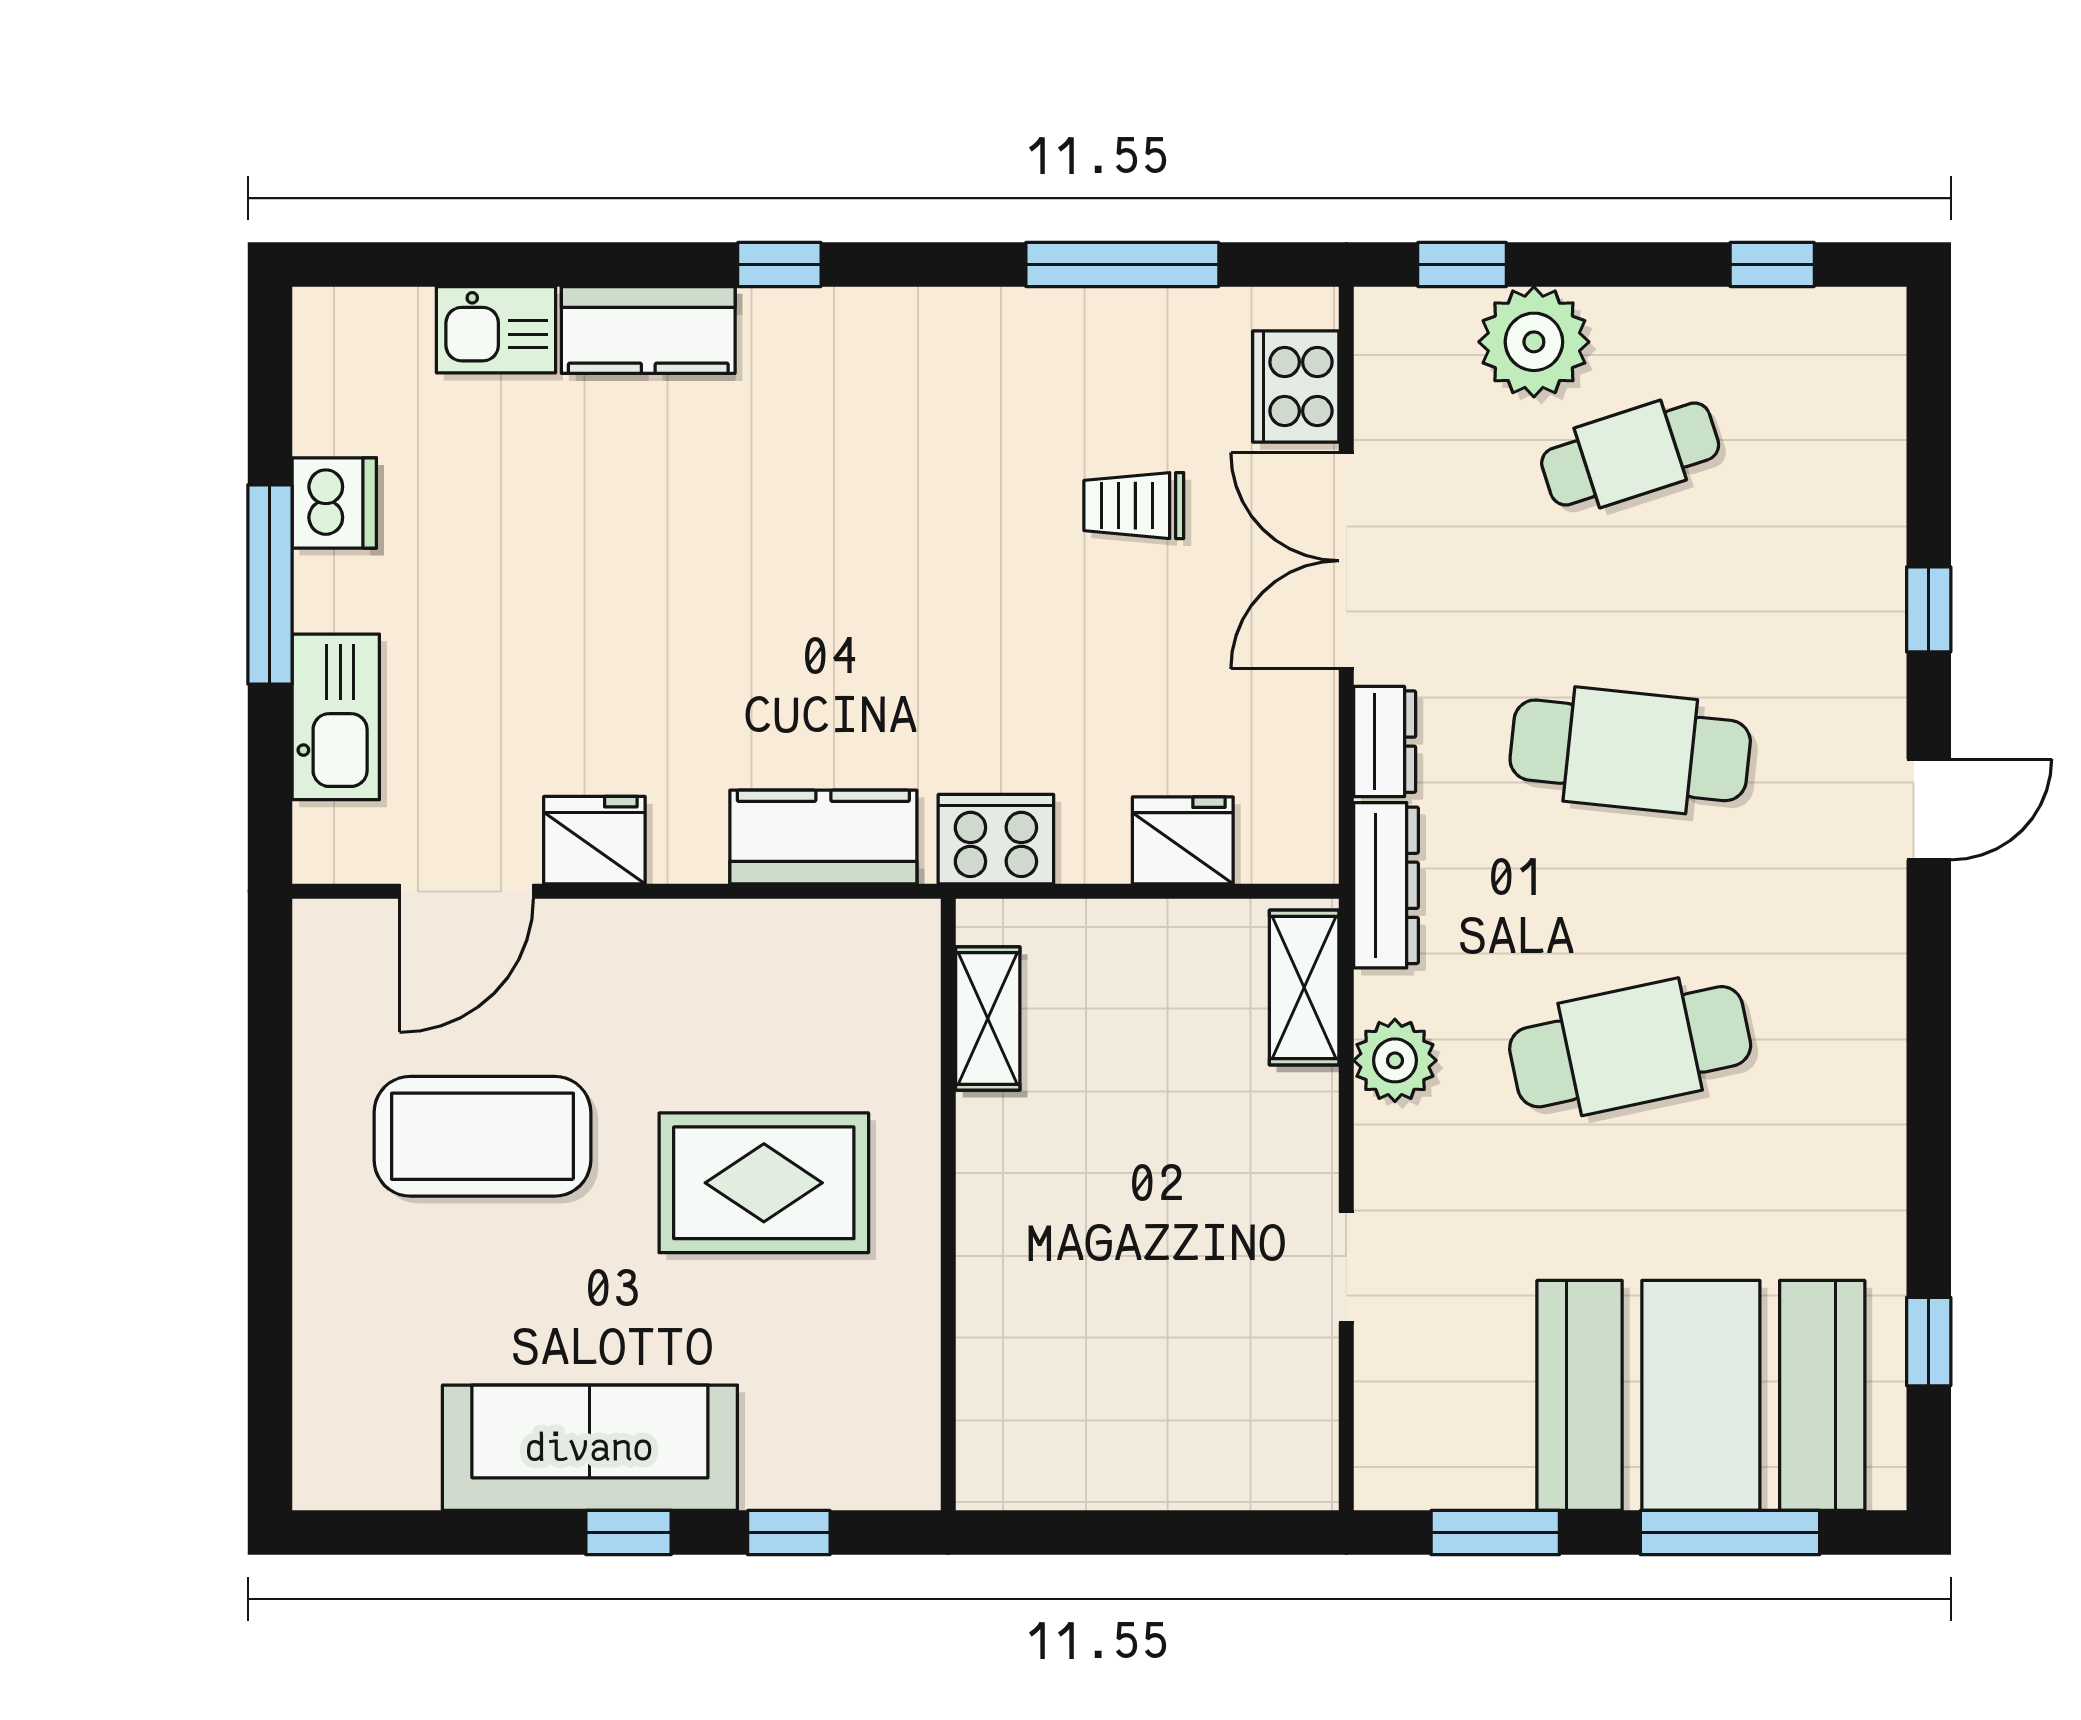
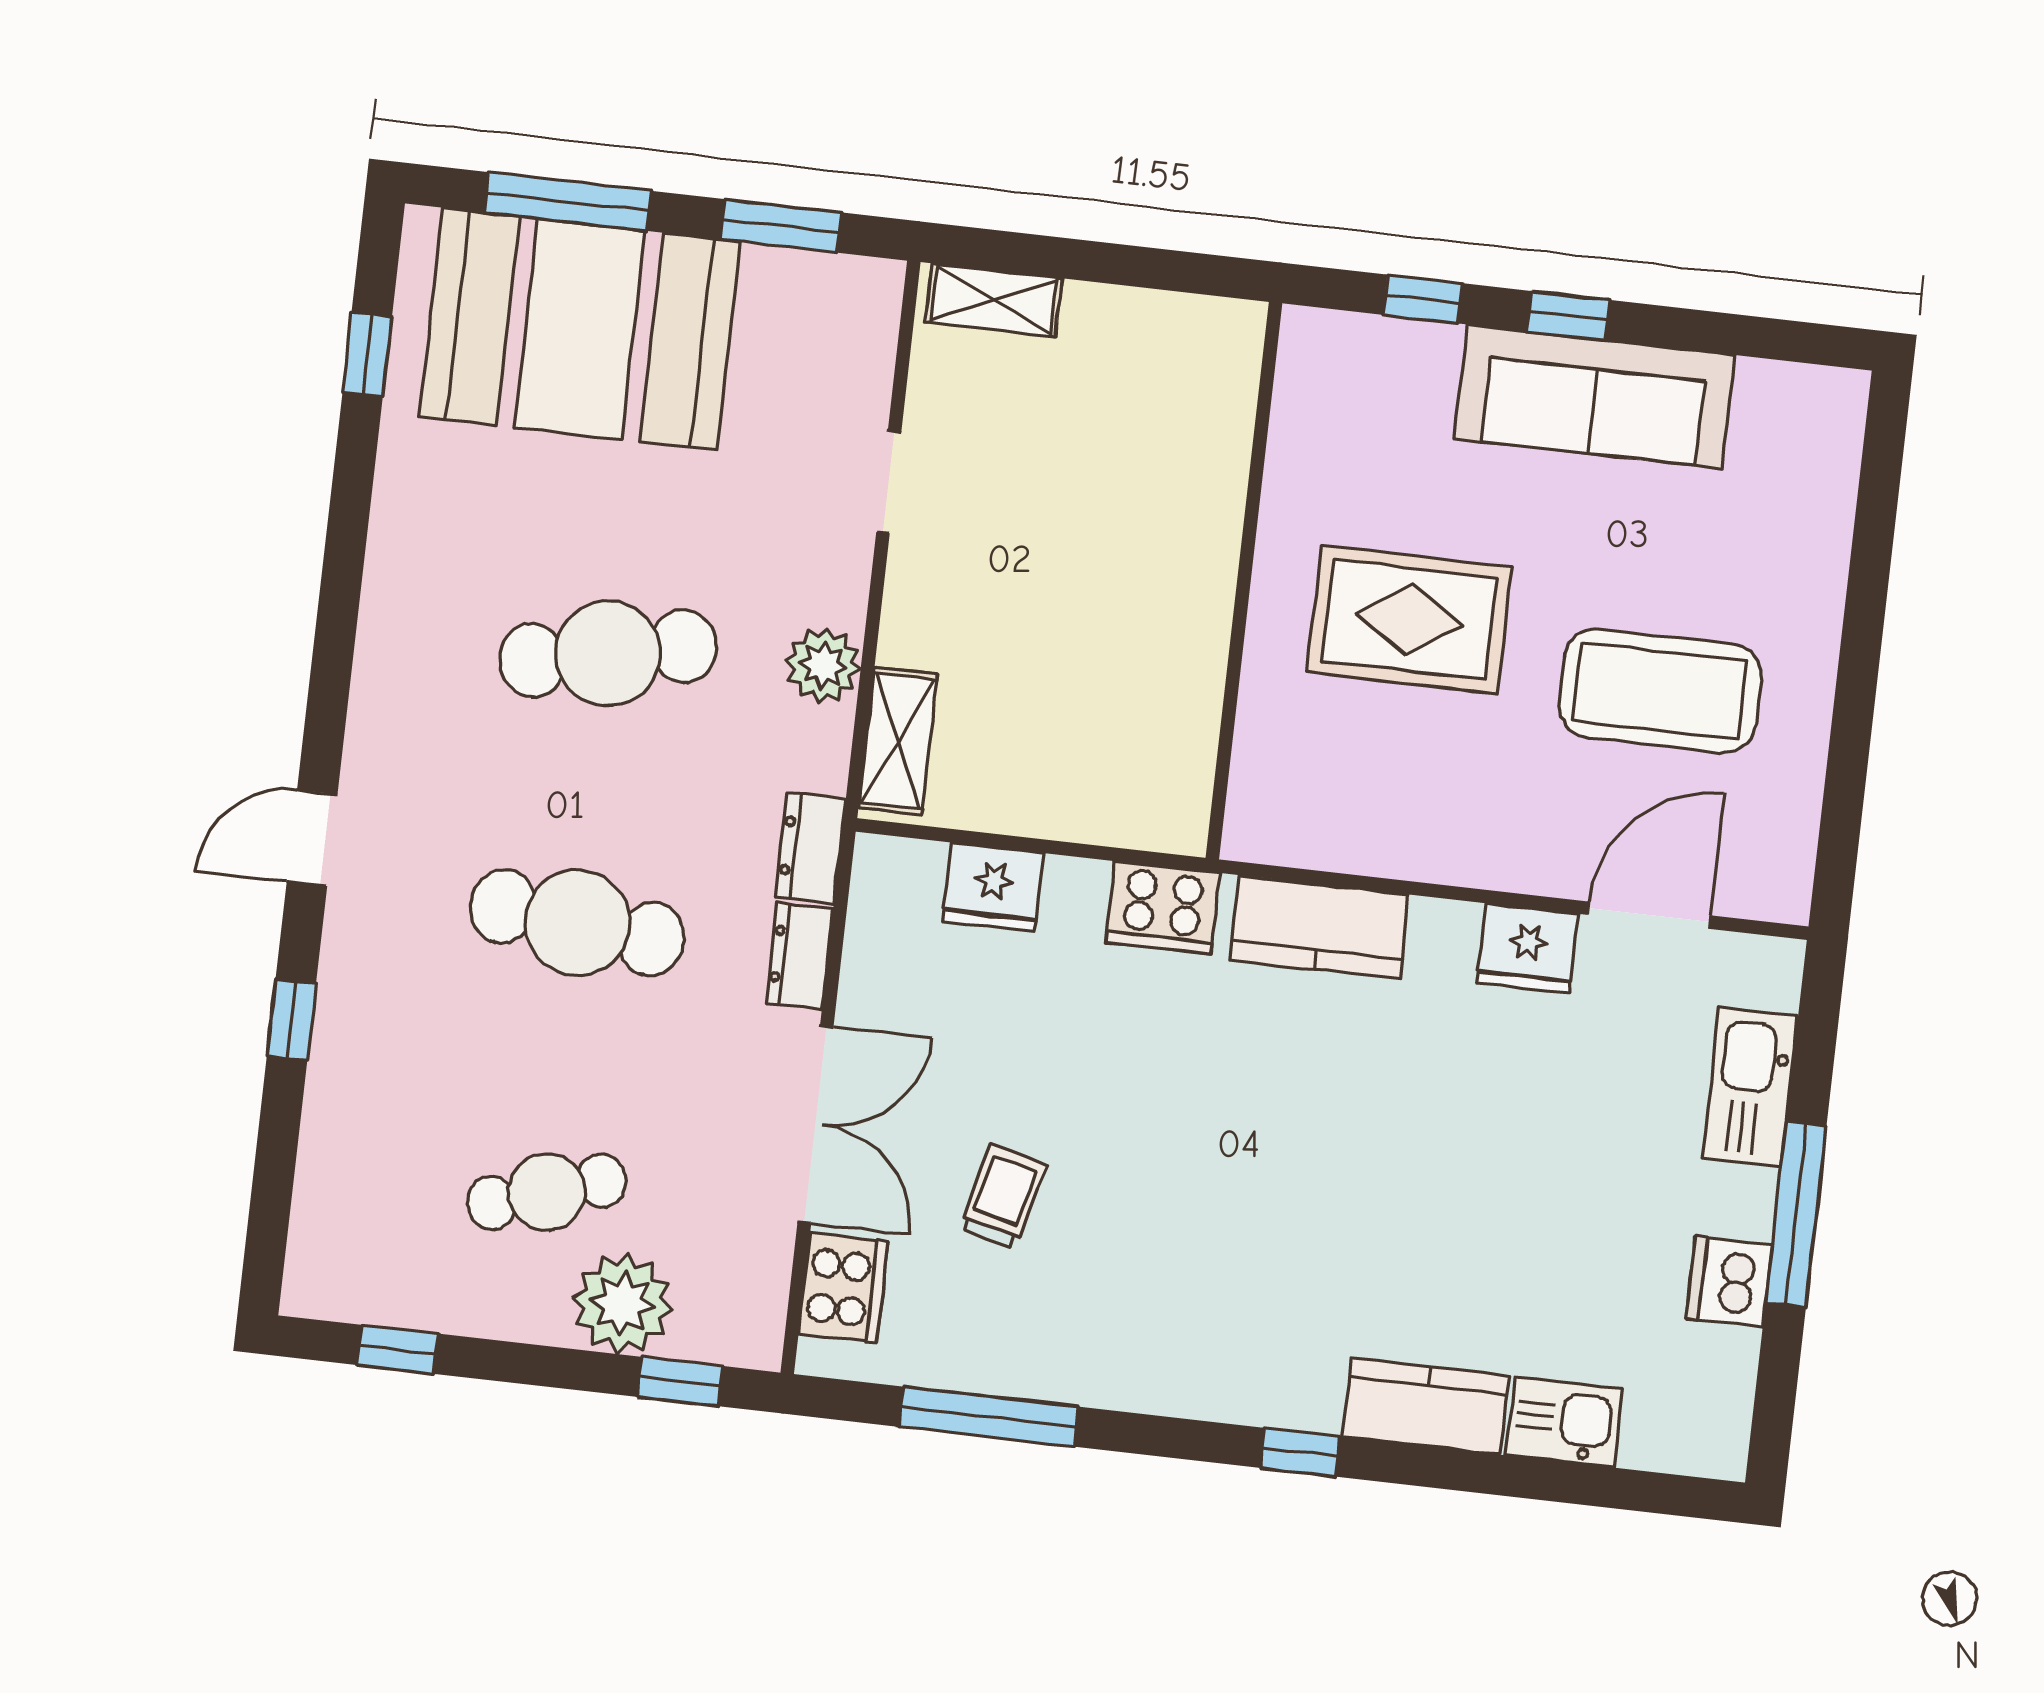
trolley: (1134, 506) -> (1003, 1196), turned -76
dresser: (1386, 885) -> (810, 848), width x0.70
shelving: (988, 1019) -> (994, 300), moved, turned 90

